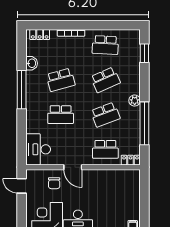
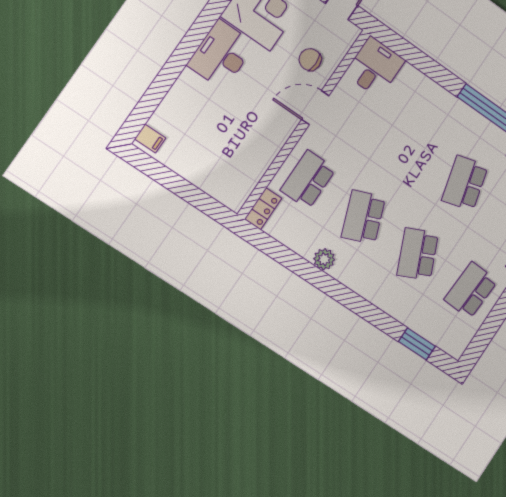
plant: (135, 101) -> (324, 259), moved
school desk: (61, 115) -> (411, 146), removed
window: (144, 123) -> (307, 271), removed
desk: (38, 149) -> (375, 67), width x0.73

